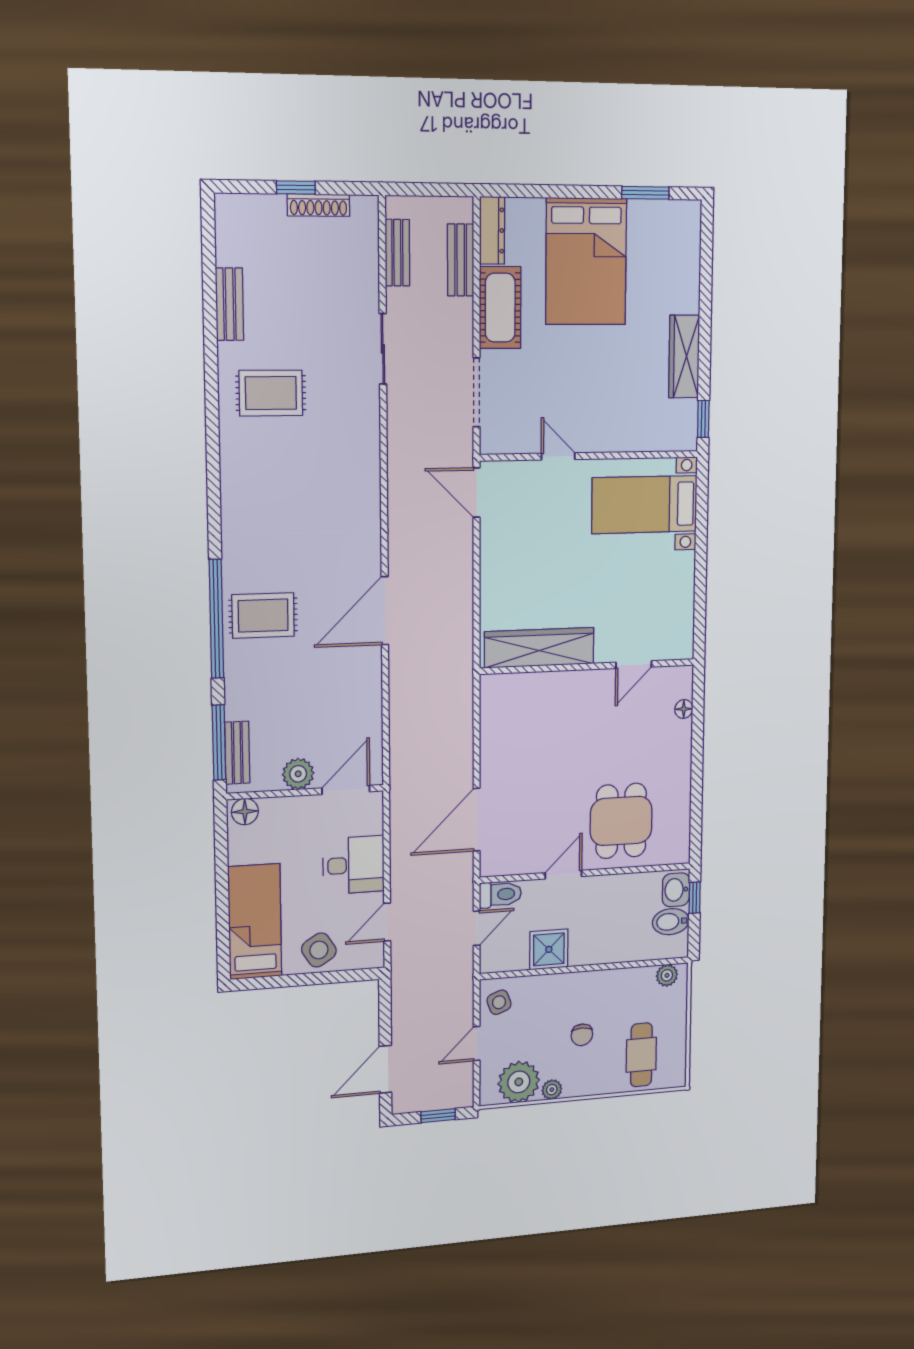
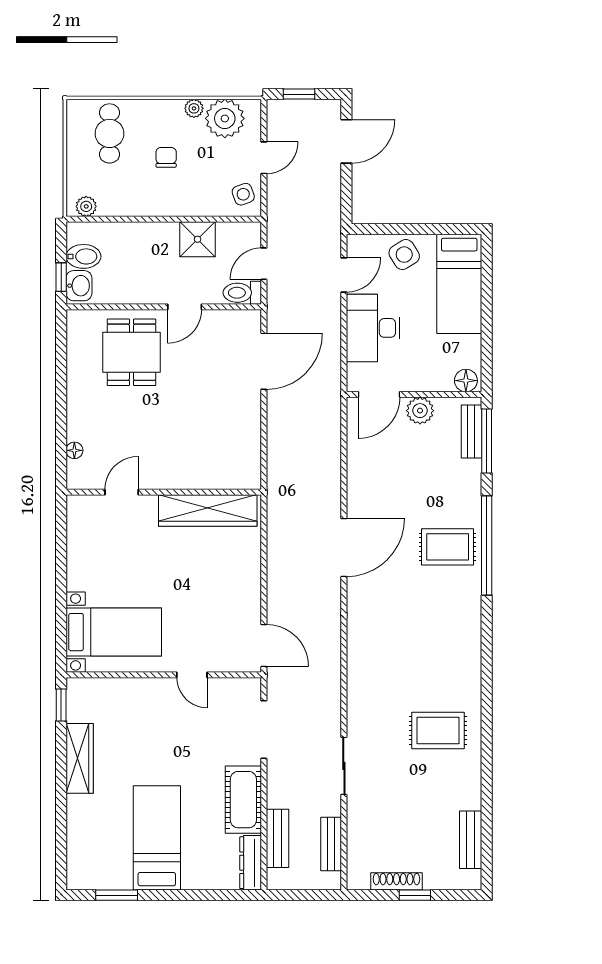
bed: (586, 262) -> (157, 838), width x0.67
bench: (230, 304) -> (471, 840), moved
desk: (354, 865) -> (373, 328), width x1.37

